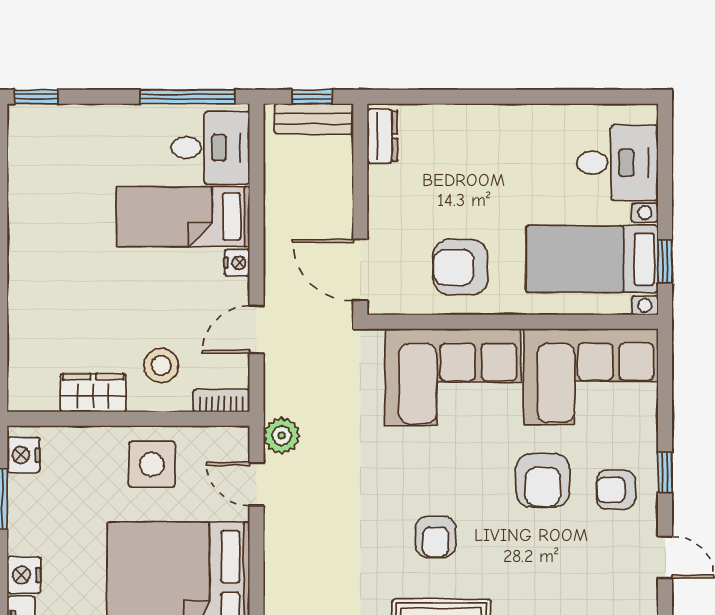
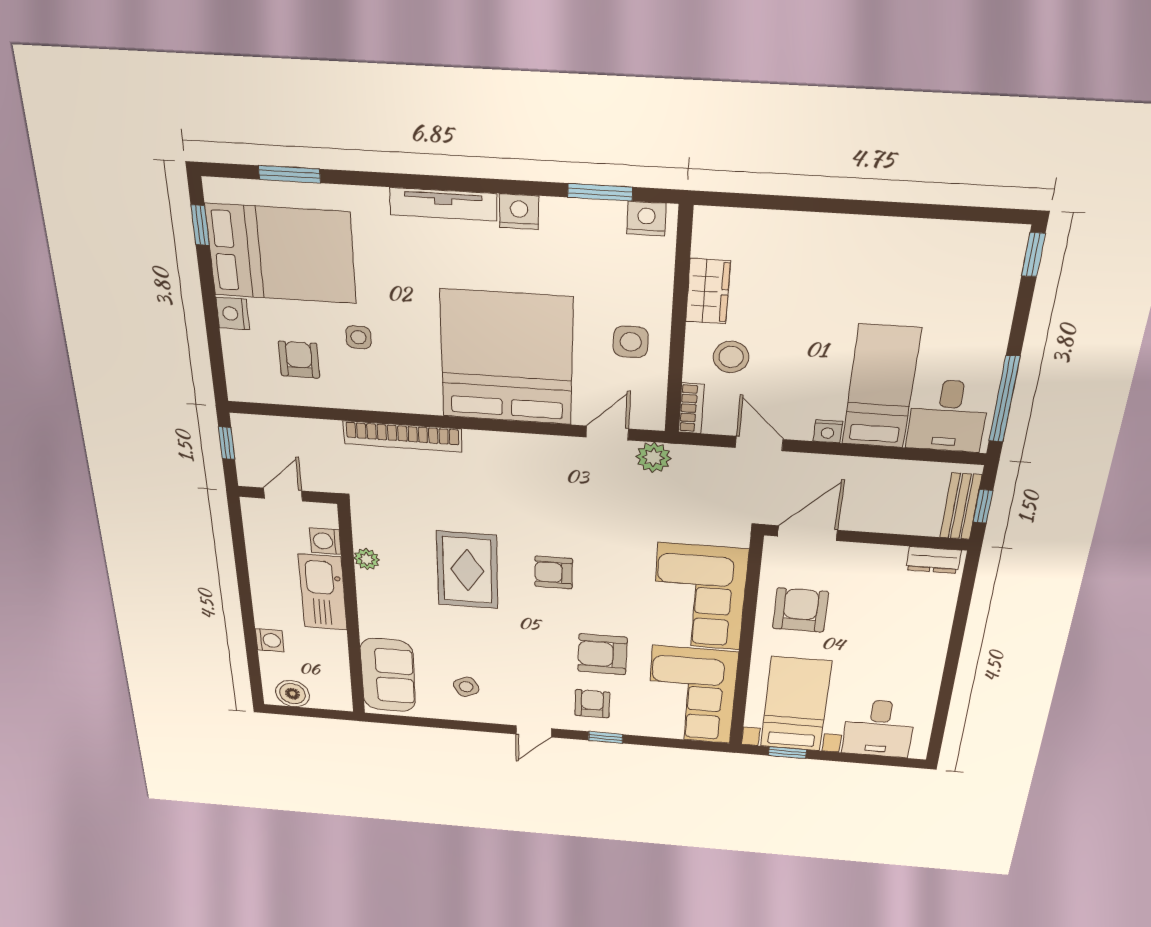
side table: (152, 464) -> (631, 342), width x0.73, depth x0.73

